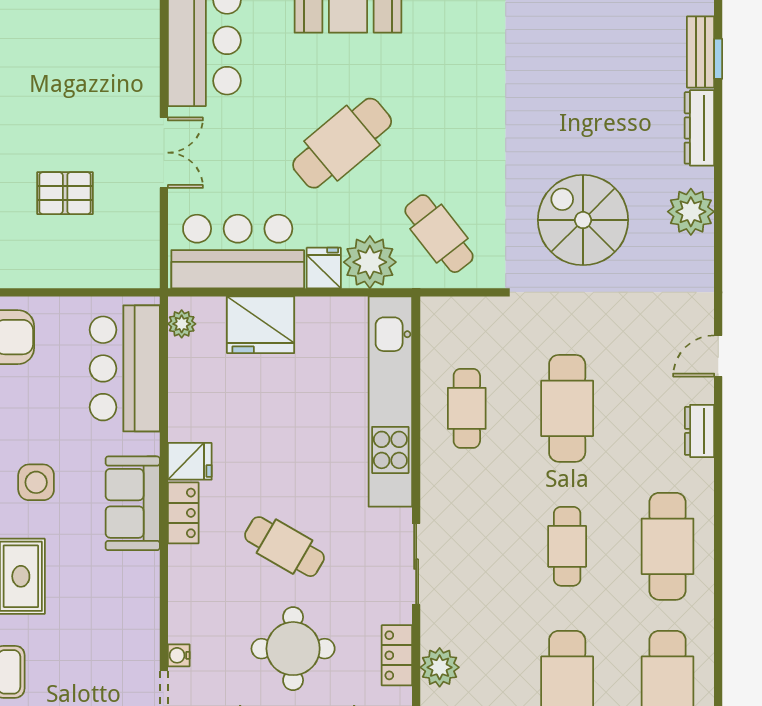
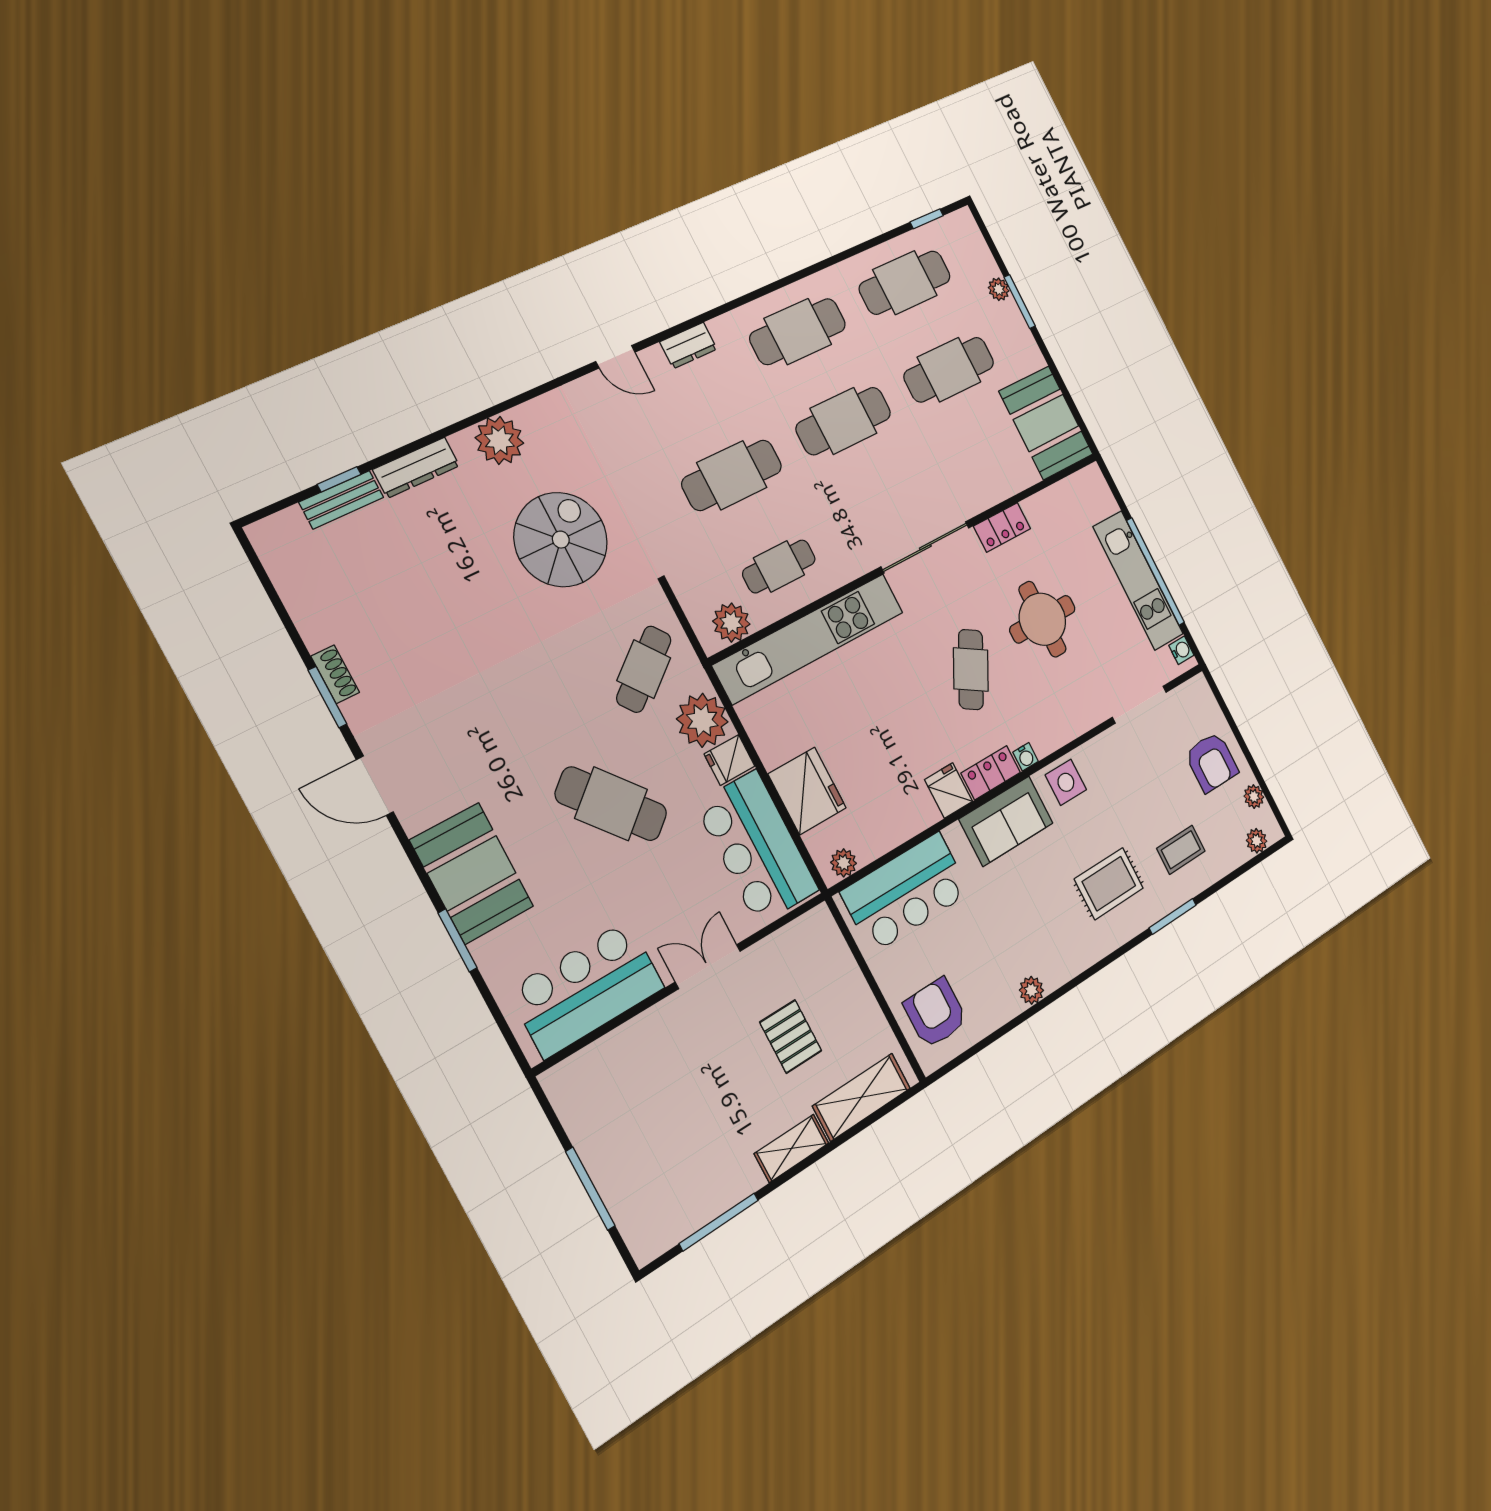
spiral stairs: (583, 220) -> (561, 540), turned 180
side table: (36, 482) -> (1066, 782), moved
cafe table: (567, 546) -> (844, 421), width x1.37, depth x1.35
sliding door: (416, 564) -> (925, 547), width x1.37
water cooler: (179, 655) -> (1026, 757), moved
plant: (440, 667) -> (731, 623), moved

